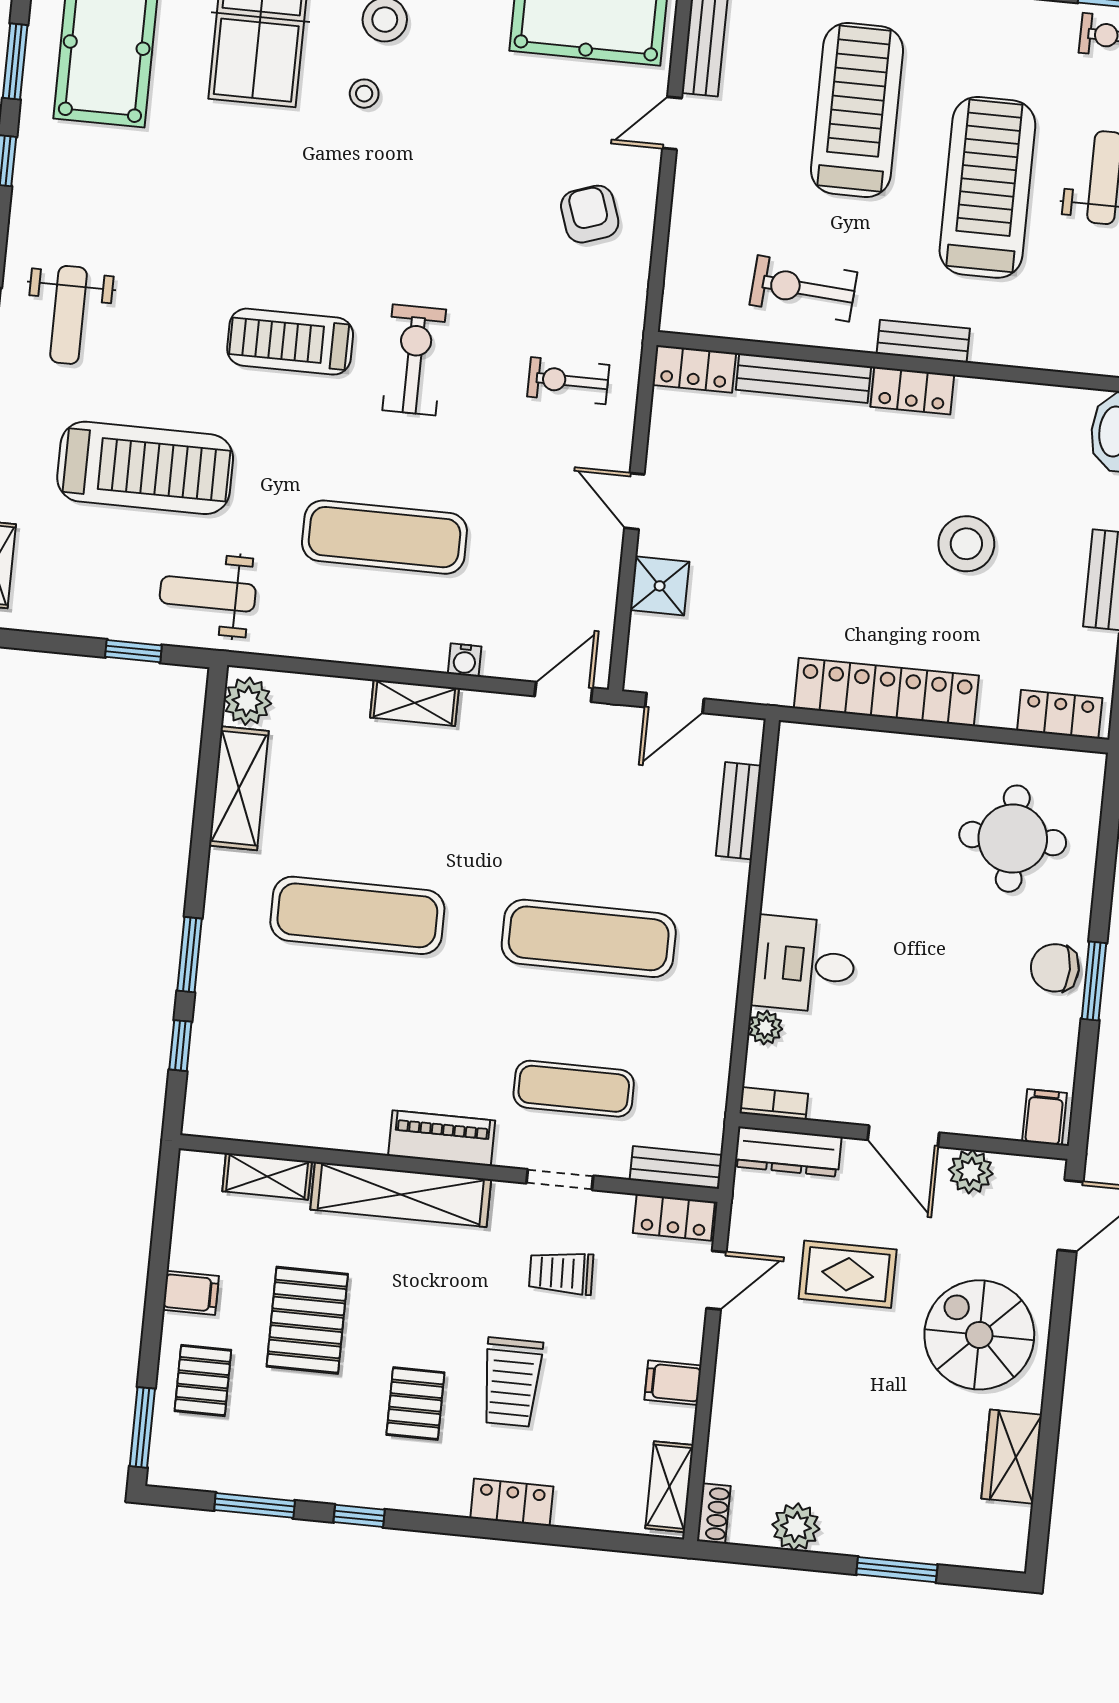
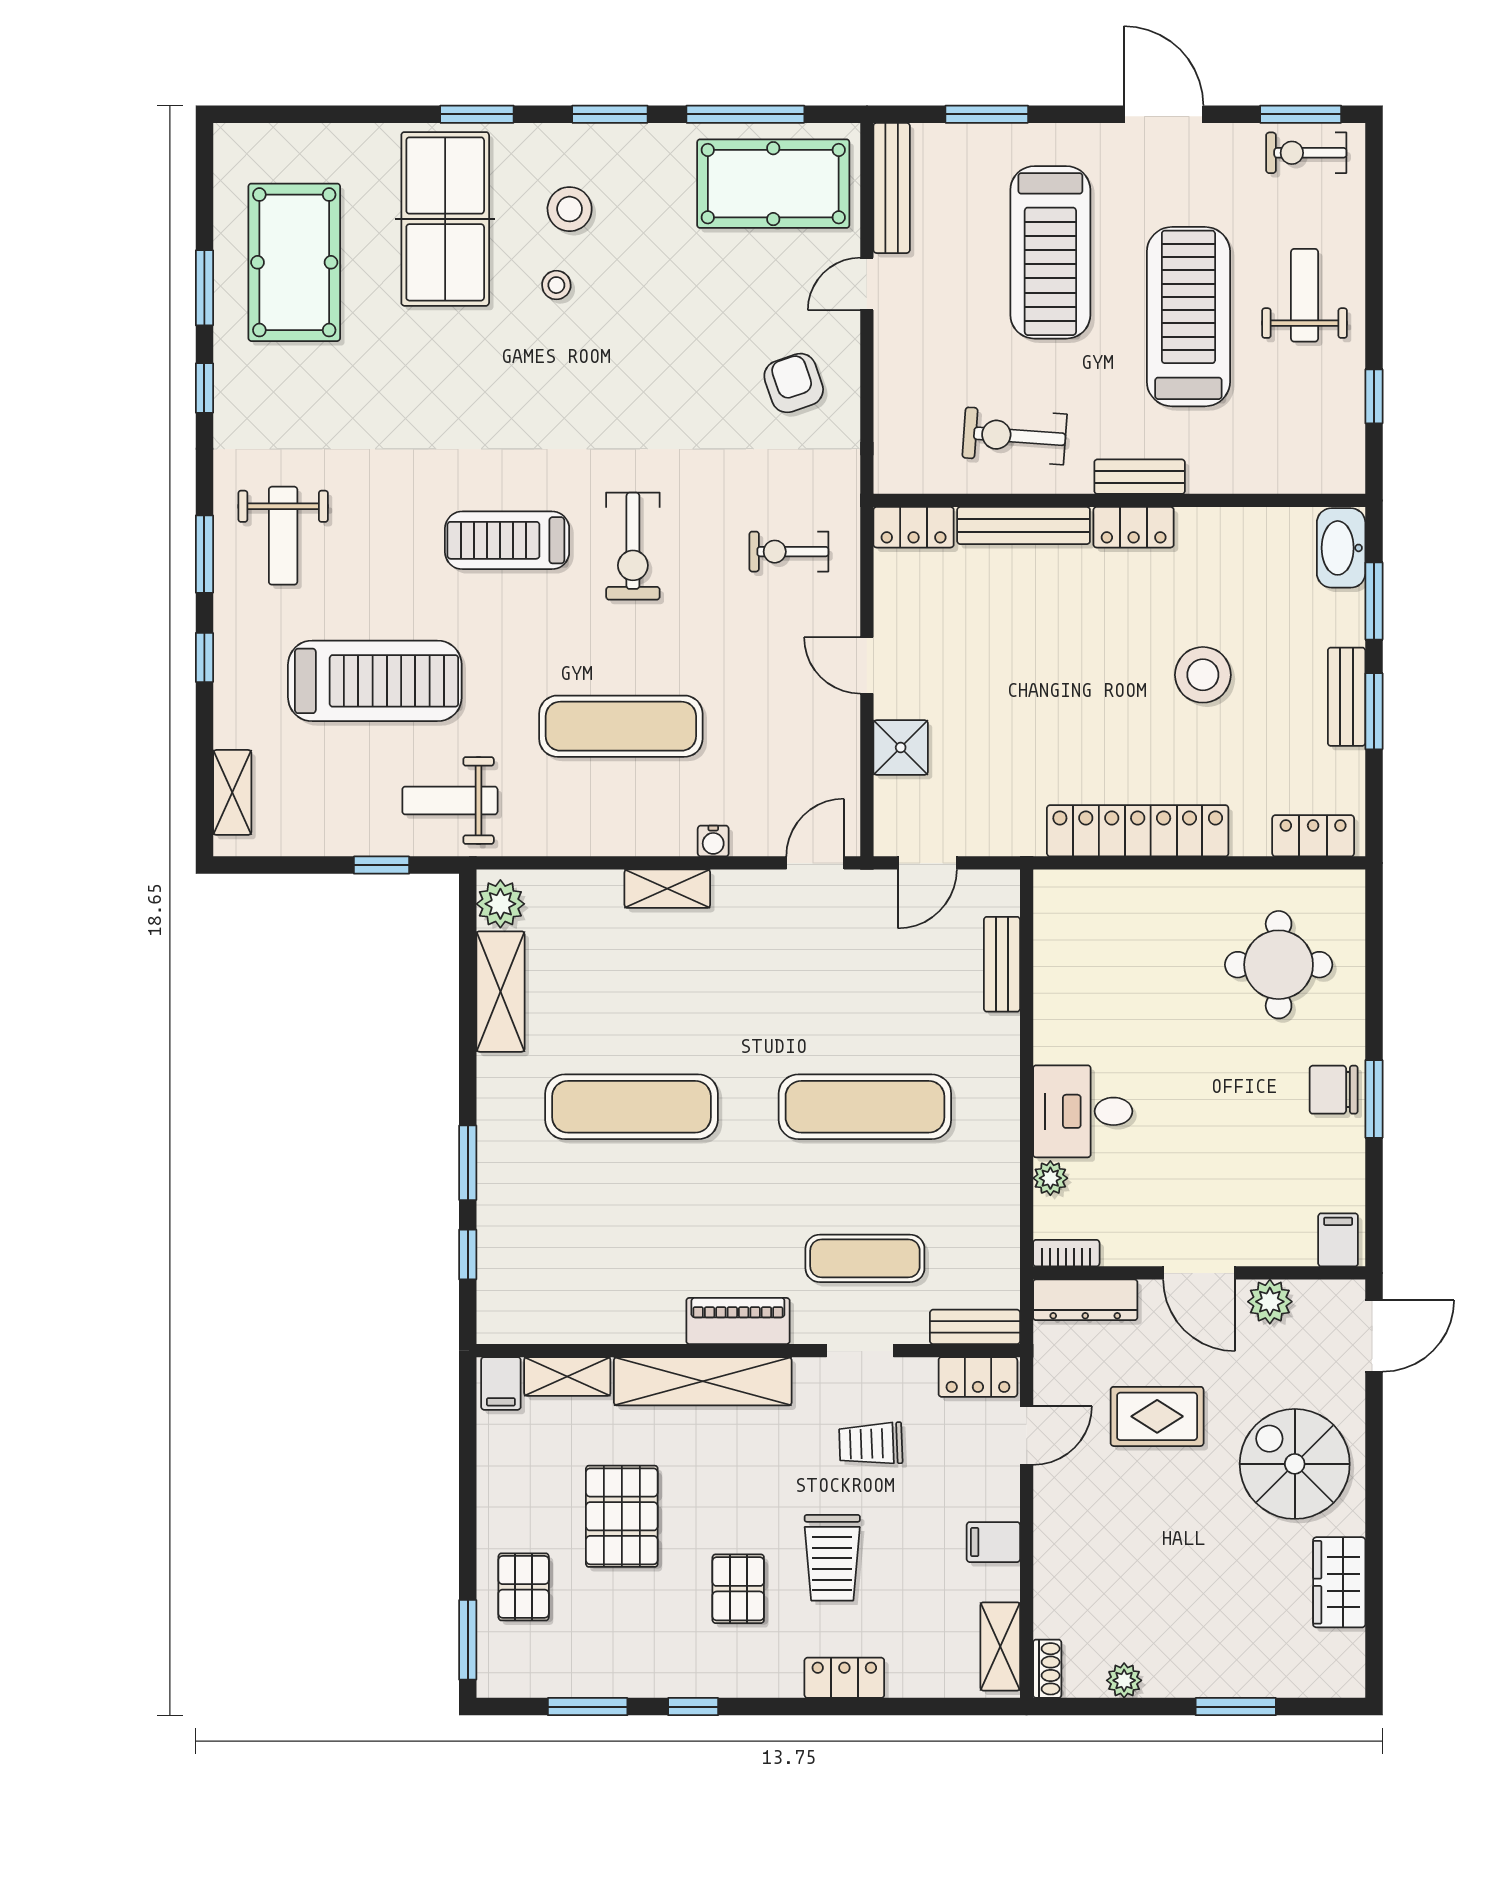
treadmill: (857, 110) -> (1050, 252), turned 180
exercise bike: (414, 360) -> (633, 546), turned 180
filing cabinet: (191, 1293) -> (501, 1383), moved, turned 90
plant: (796, 1527) -> (1124, 1680), width x0.73, depth x0.73

